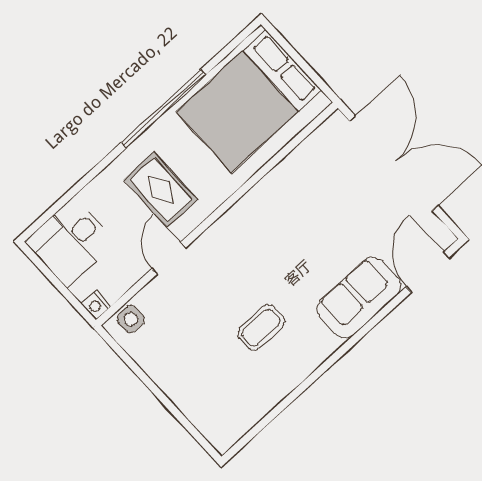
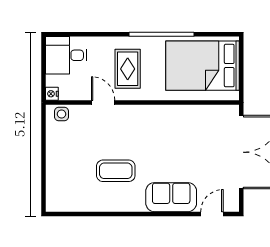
door: (169, 258) -> (103, 102), hinge flipped
door: (428, 272) -> (212, 214), width x0.73
coffee table: (261, 328) -> (116, 171), width x1.36, depth x1.30

